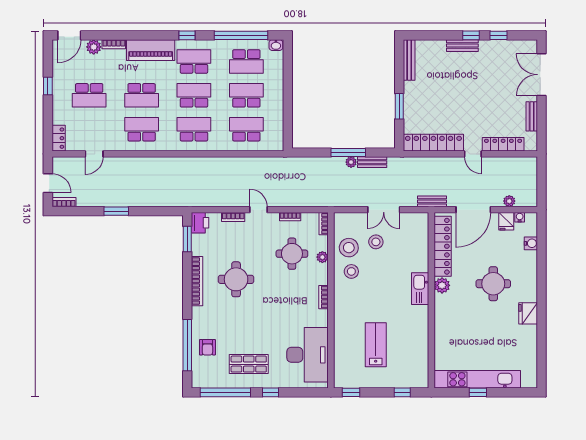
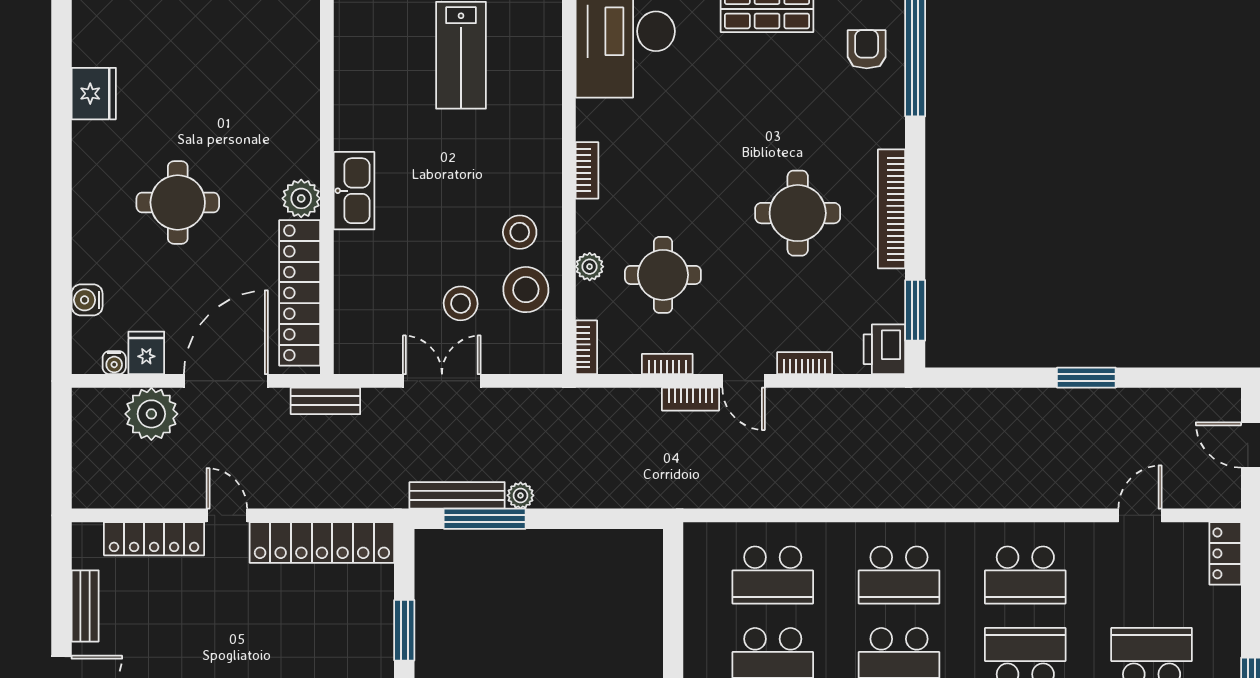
window: (348, 153) -> (485, 519), moved
bench: (372, 162) -> (457, 495), width x1.36
plant: (509, 201) -> (151, 414), width x1.88, depth x1.88
bookcase: (64, 202) -> (690, 399), moved
fridge: (528, 313) -> (94, 94), moved

